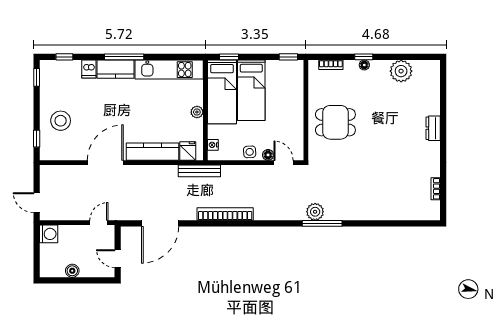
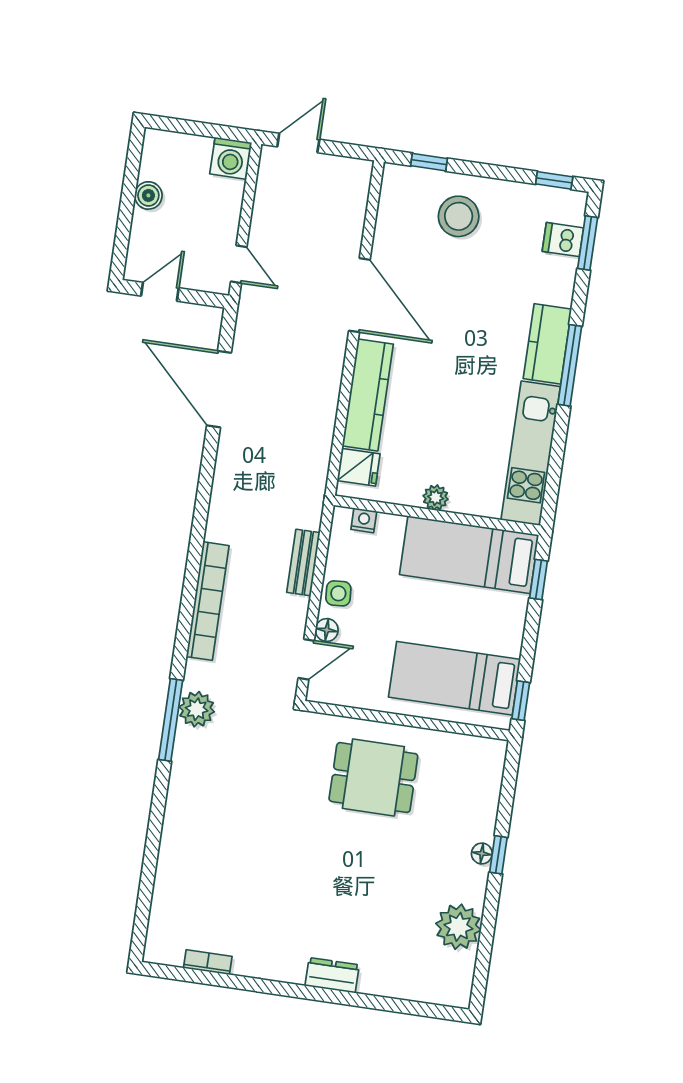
window: (64, 57) -> (588, 243), width x1.50
bookcase: (331, 65) -> (492, 785), removed
dishwasher: (89, 69) -> (563, 240), moved
bed: (251, 90) -> (454, 678), moved
dining table: (335, 122) -> (373, 778), turned 90
bench: (199, 171) -> (303, 563), moved, width x0.73
bookcase: (225, 214) -> (208, 601), moved

